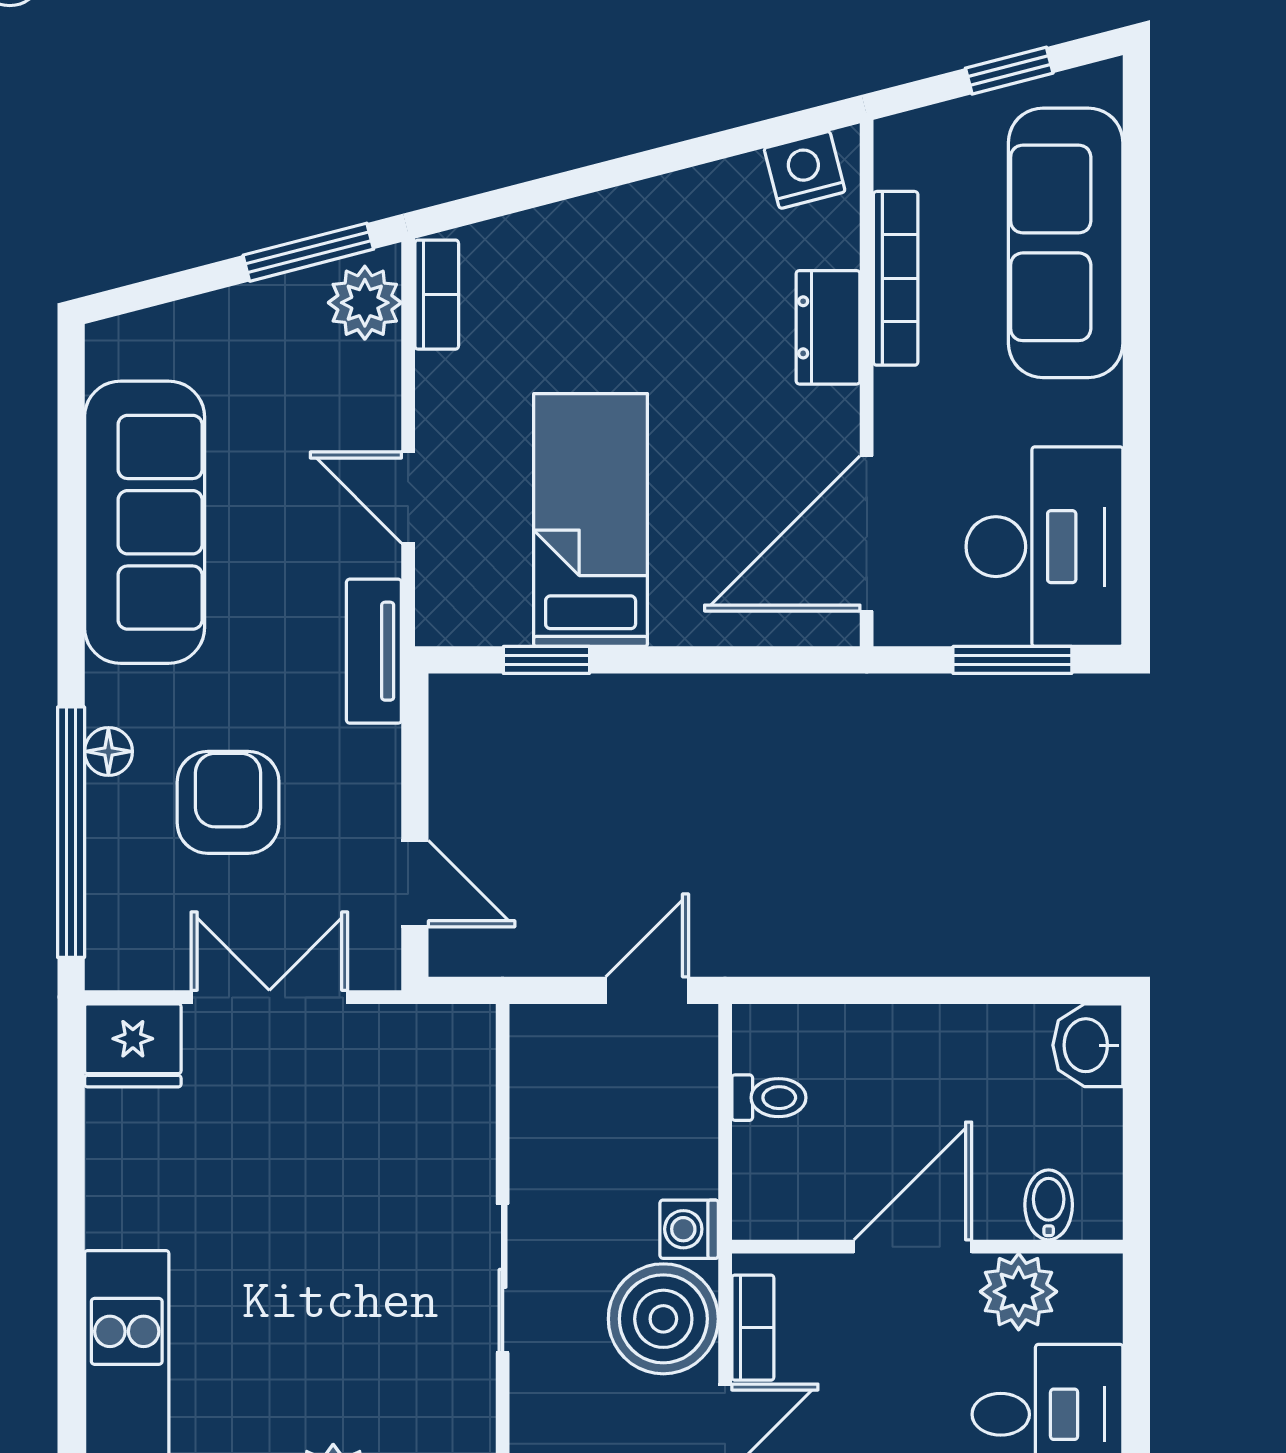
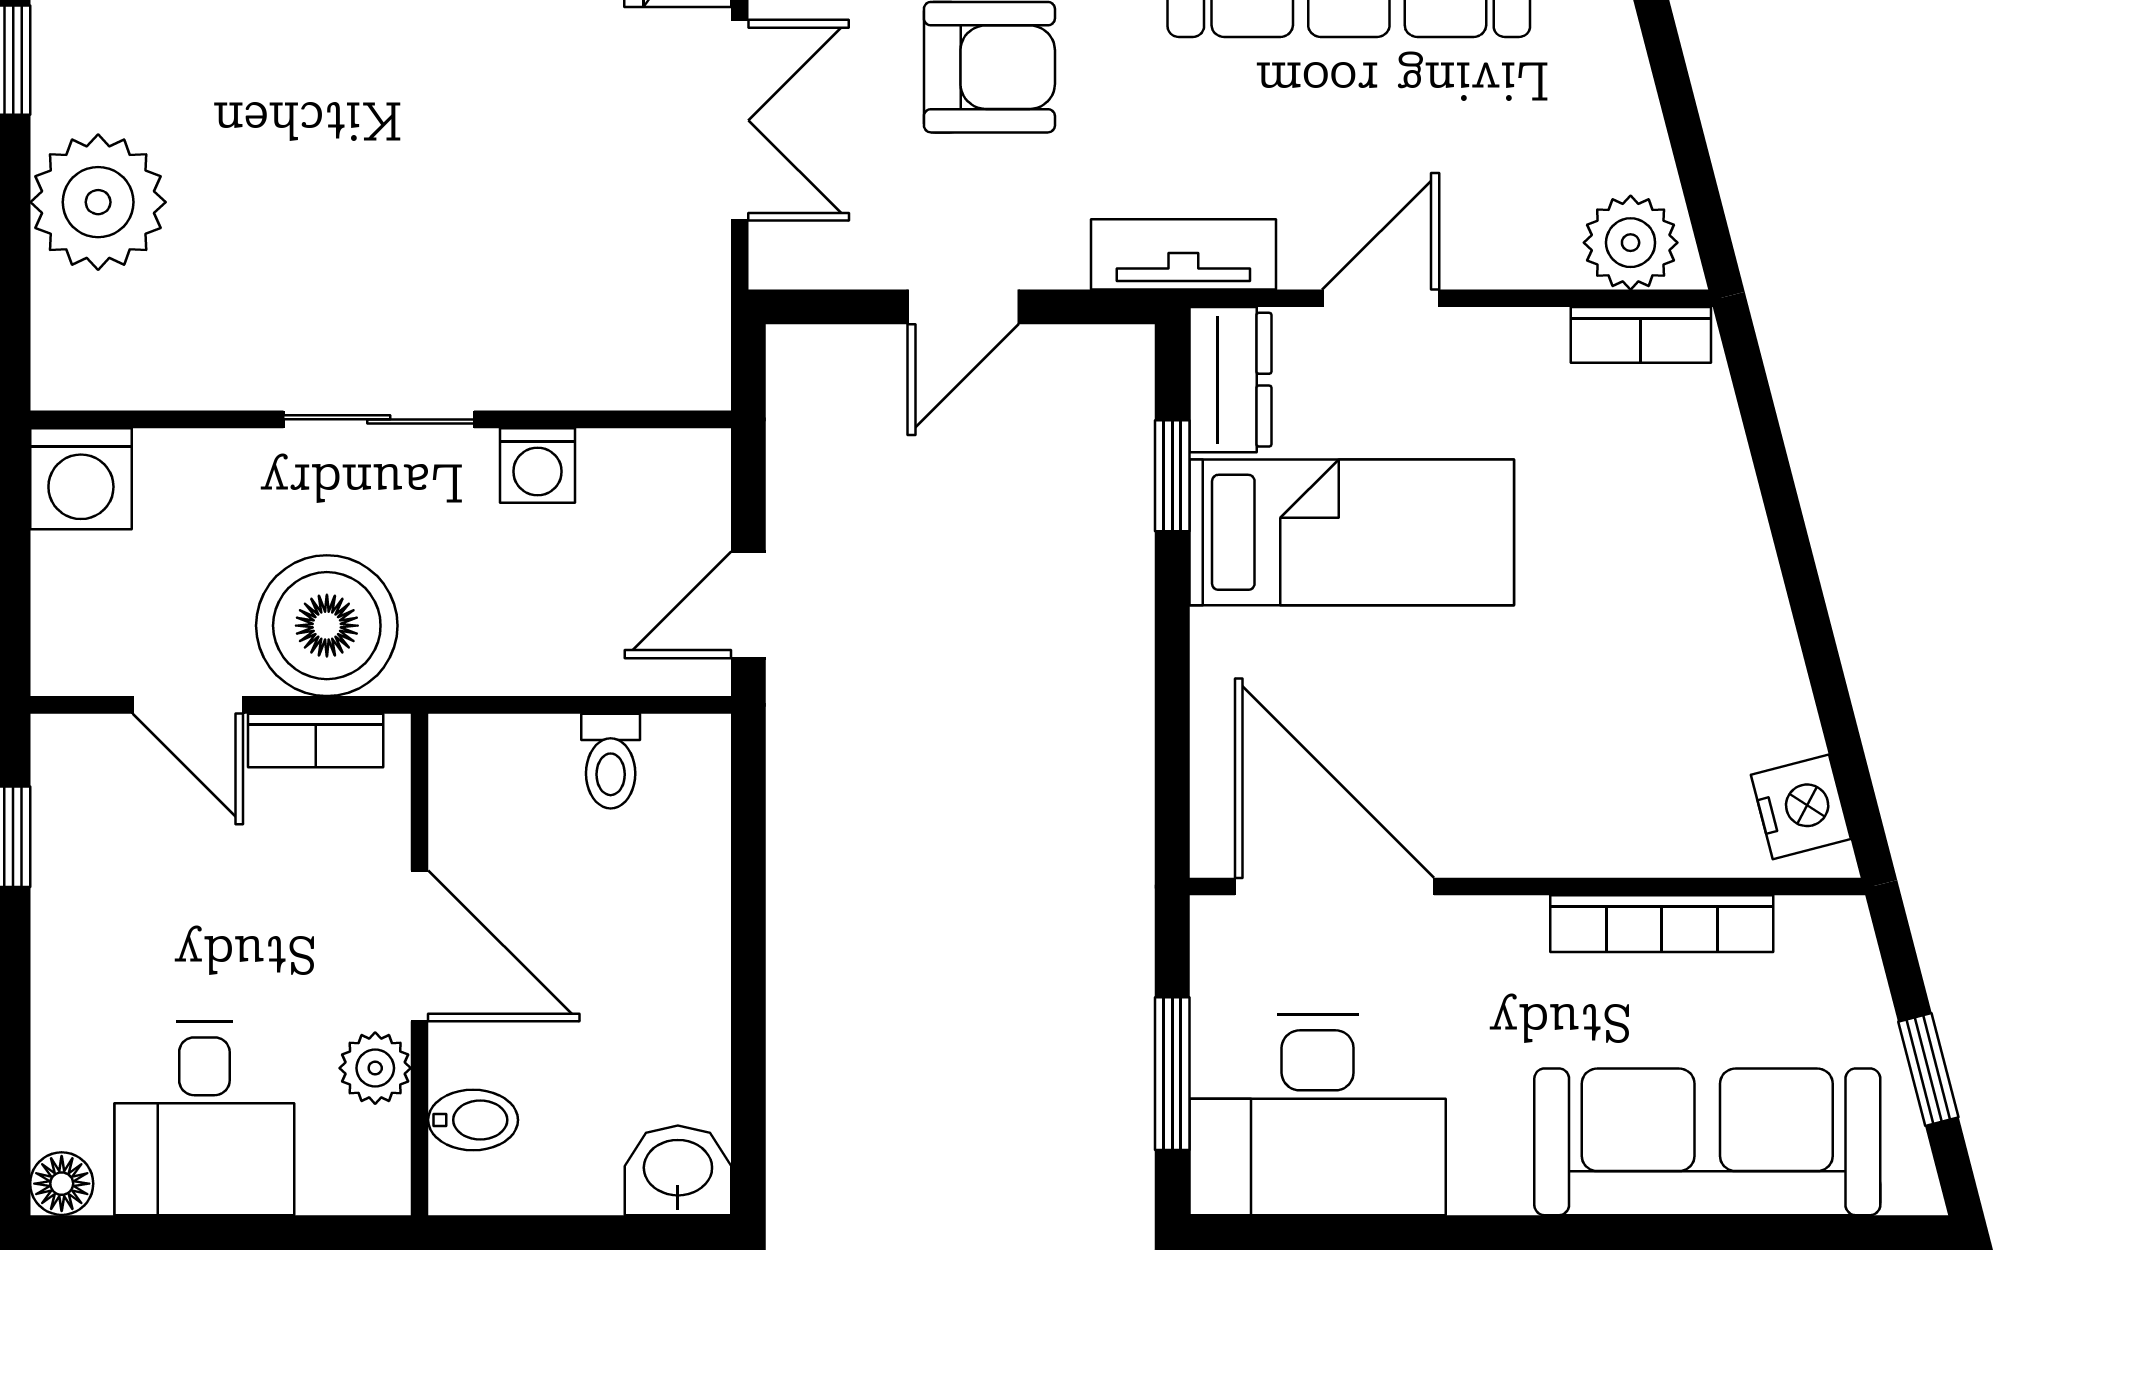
window: (308, 252) -> (1695, 170), removed
dresser: (828, 327) -> (1230, 380), moved, turned 90
door: (415, 884) -> (963, 307), moved
door: (647, 990) -> (748, 605), swing flipped
washing machine: (689, 1229) -> (538, 465), moved, turned 180
plant: (1019, 1292) -> (375, 1068), width x0.73, depth x0.73

